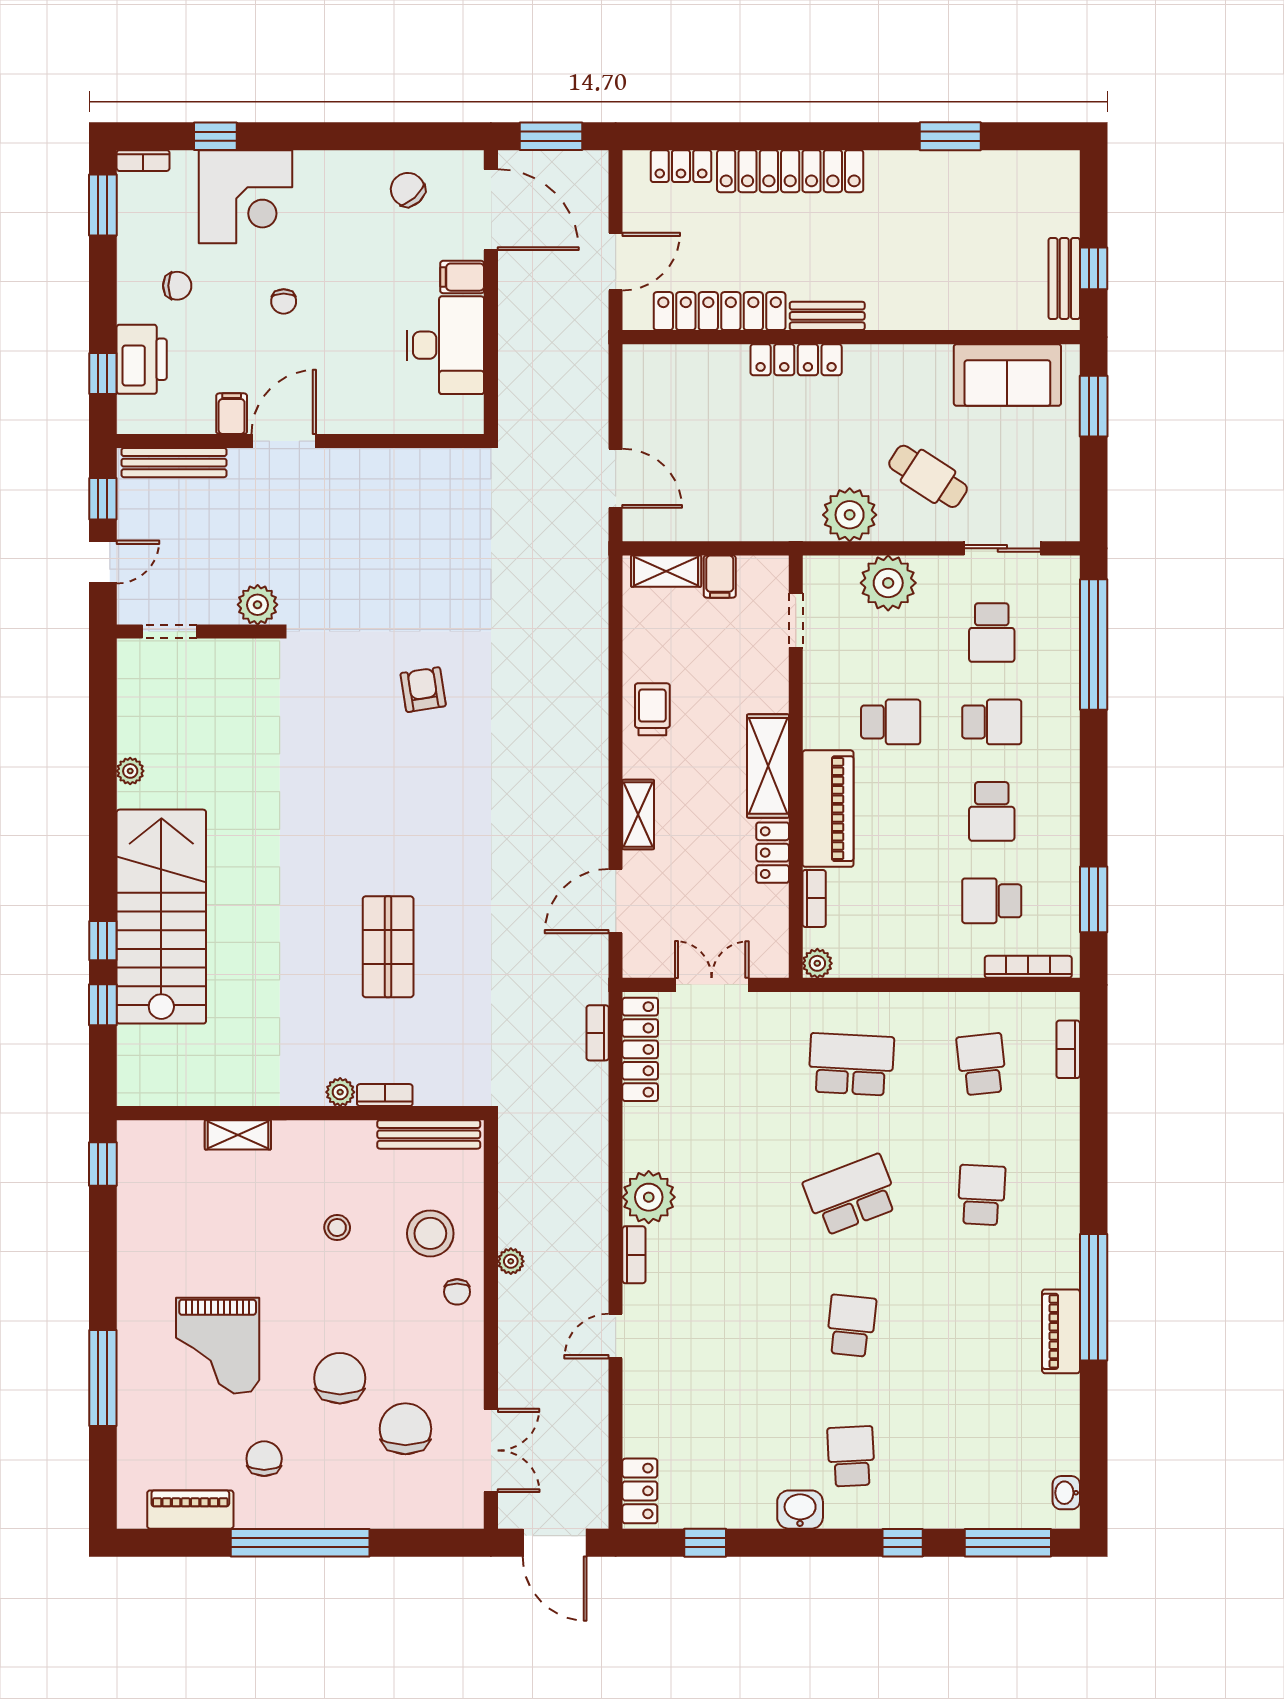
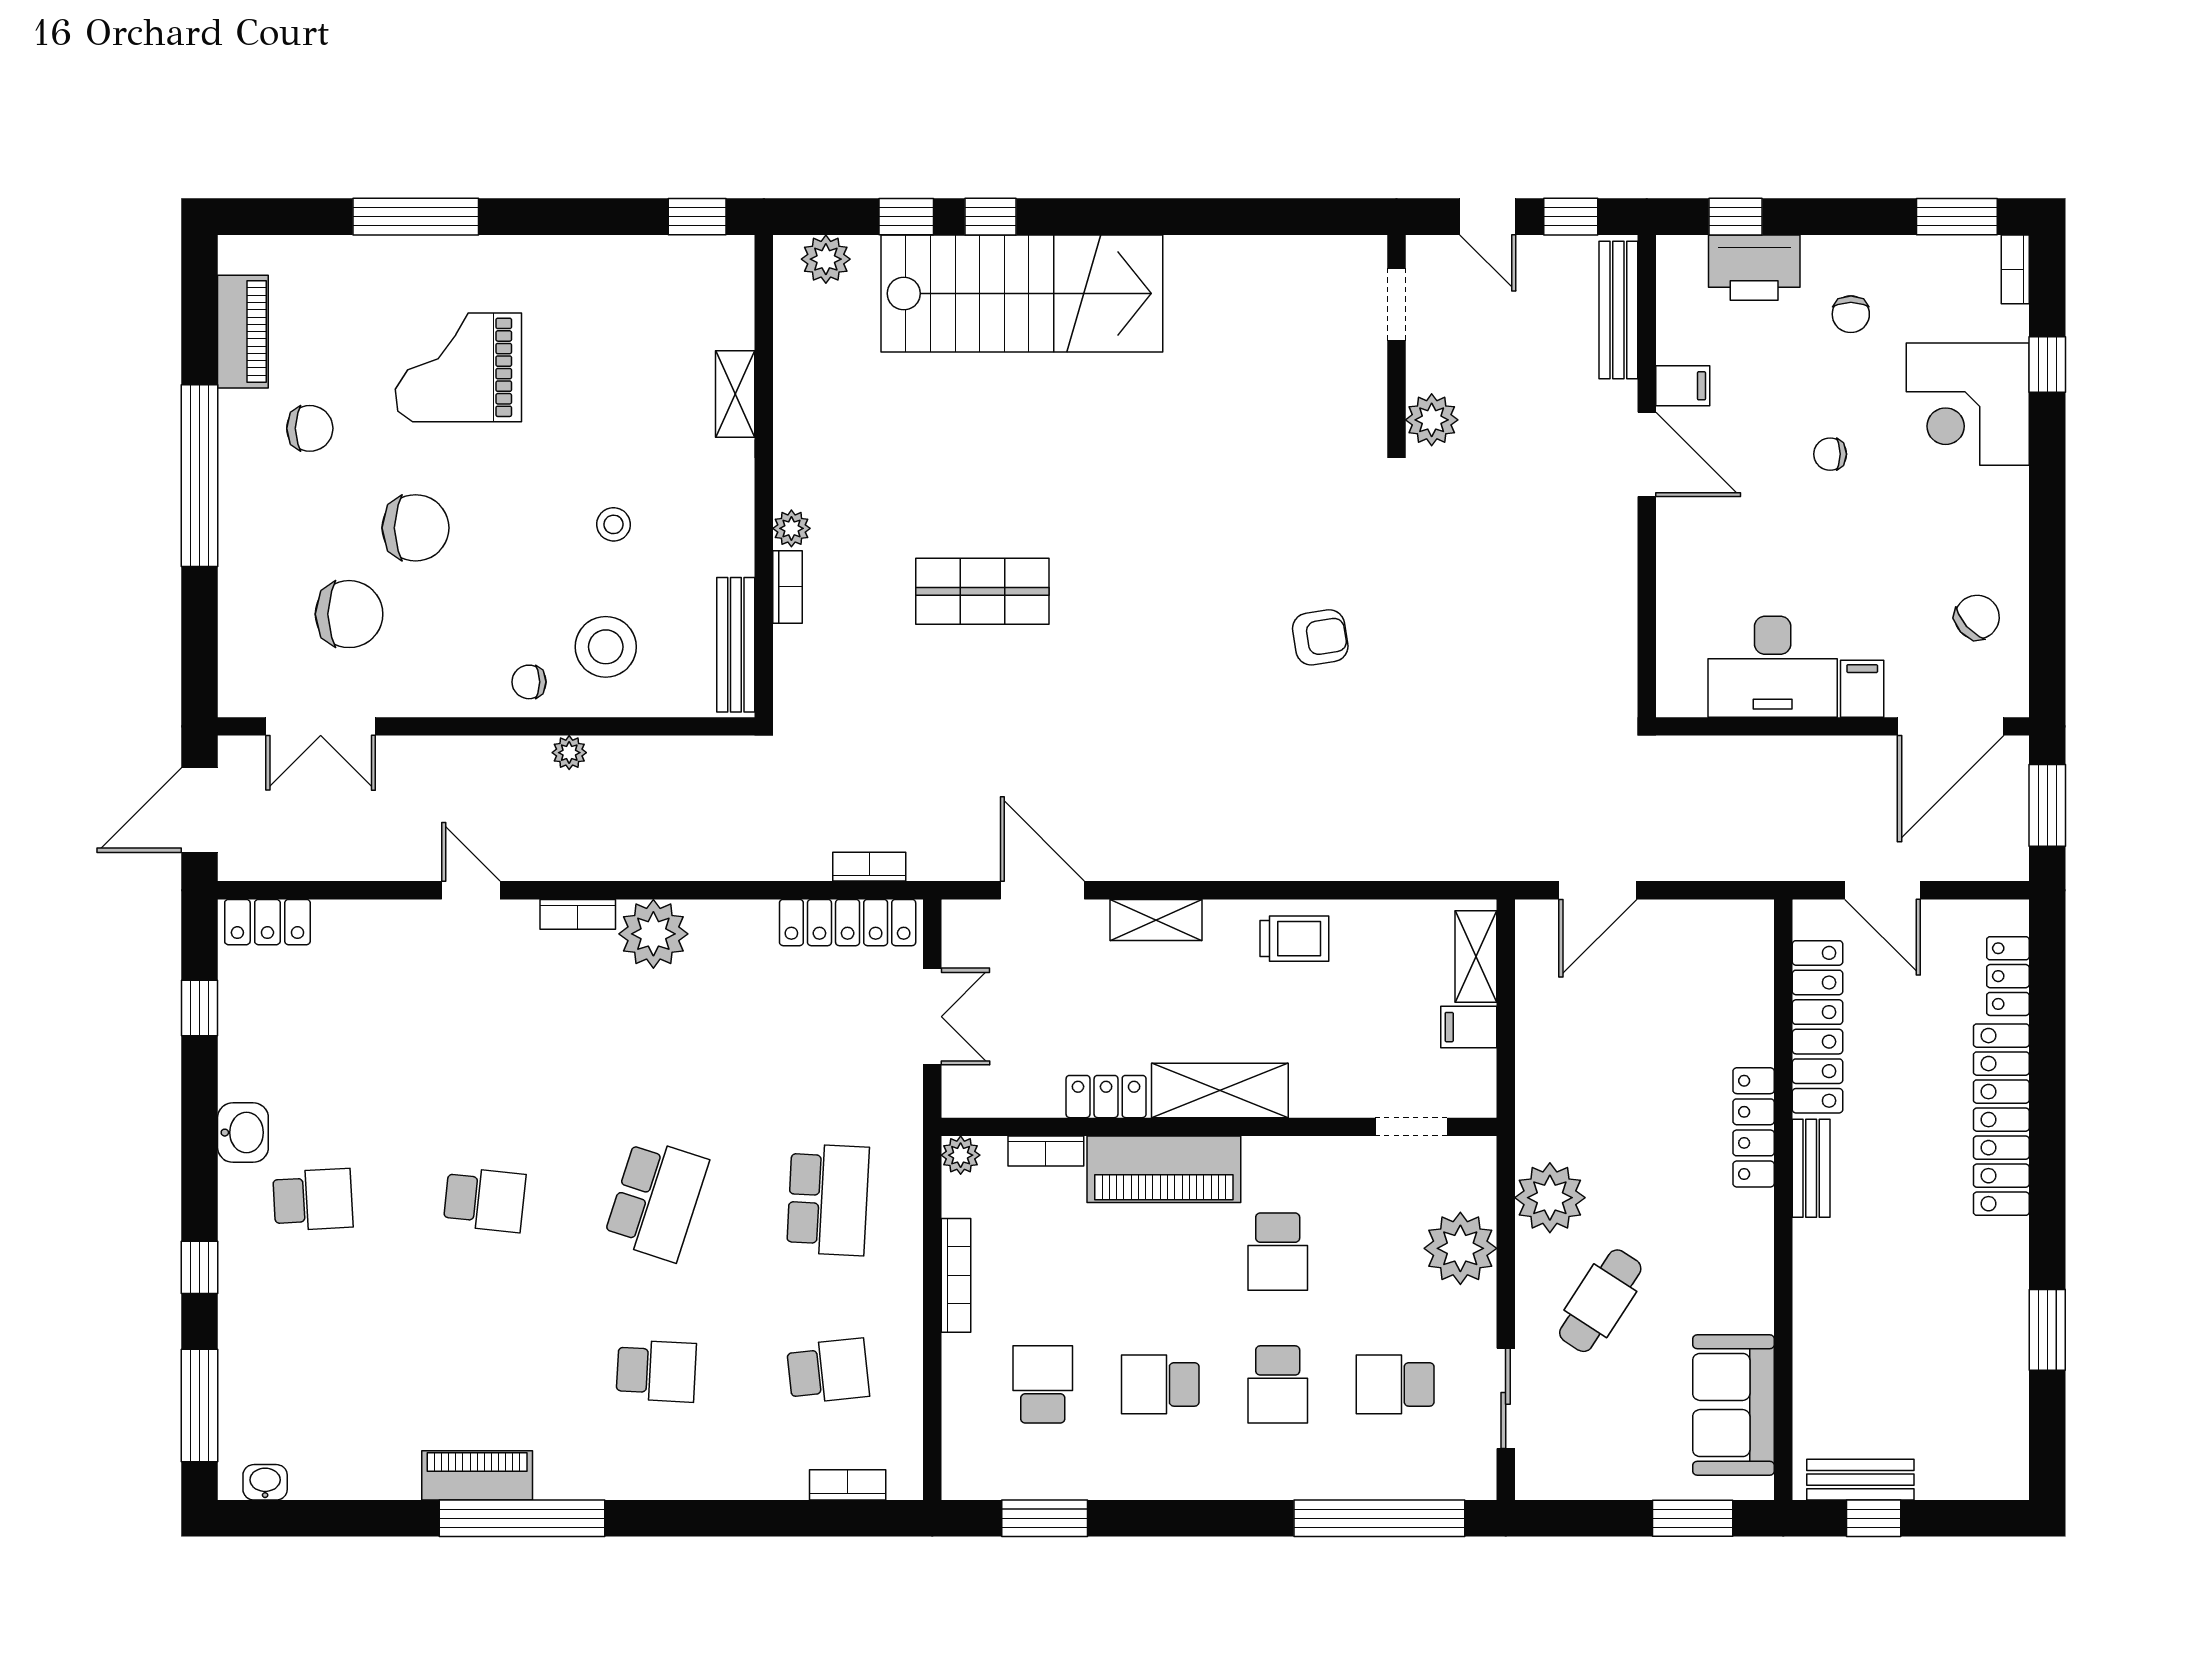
plant: (130, 771) -> (826, 259), moved, width x1.38, depth x1.38
bookcase: (1028, 967) -> (956, 1275), moved
school desk: (851, 1195) -> (656, 1200), turned 39

